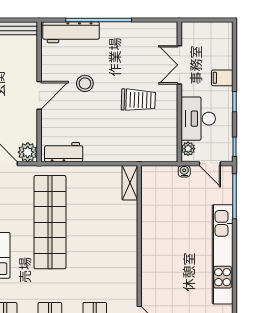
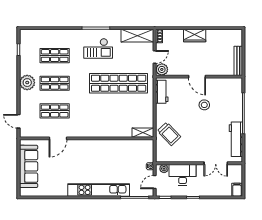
workbench: (71, 32) -> (236, 139), moved
double door: (179, 65) -> (216, 163), swing flipped
filing cabinet: (222, 78) -> (237, 190), moved
trolley: (138, 100) -> (169, 134), moved, turned -46

